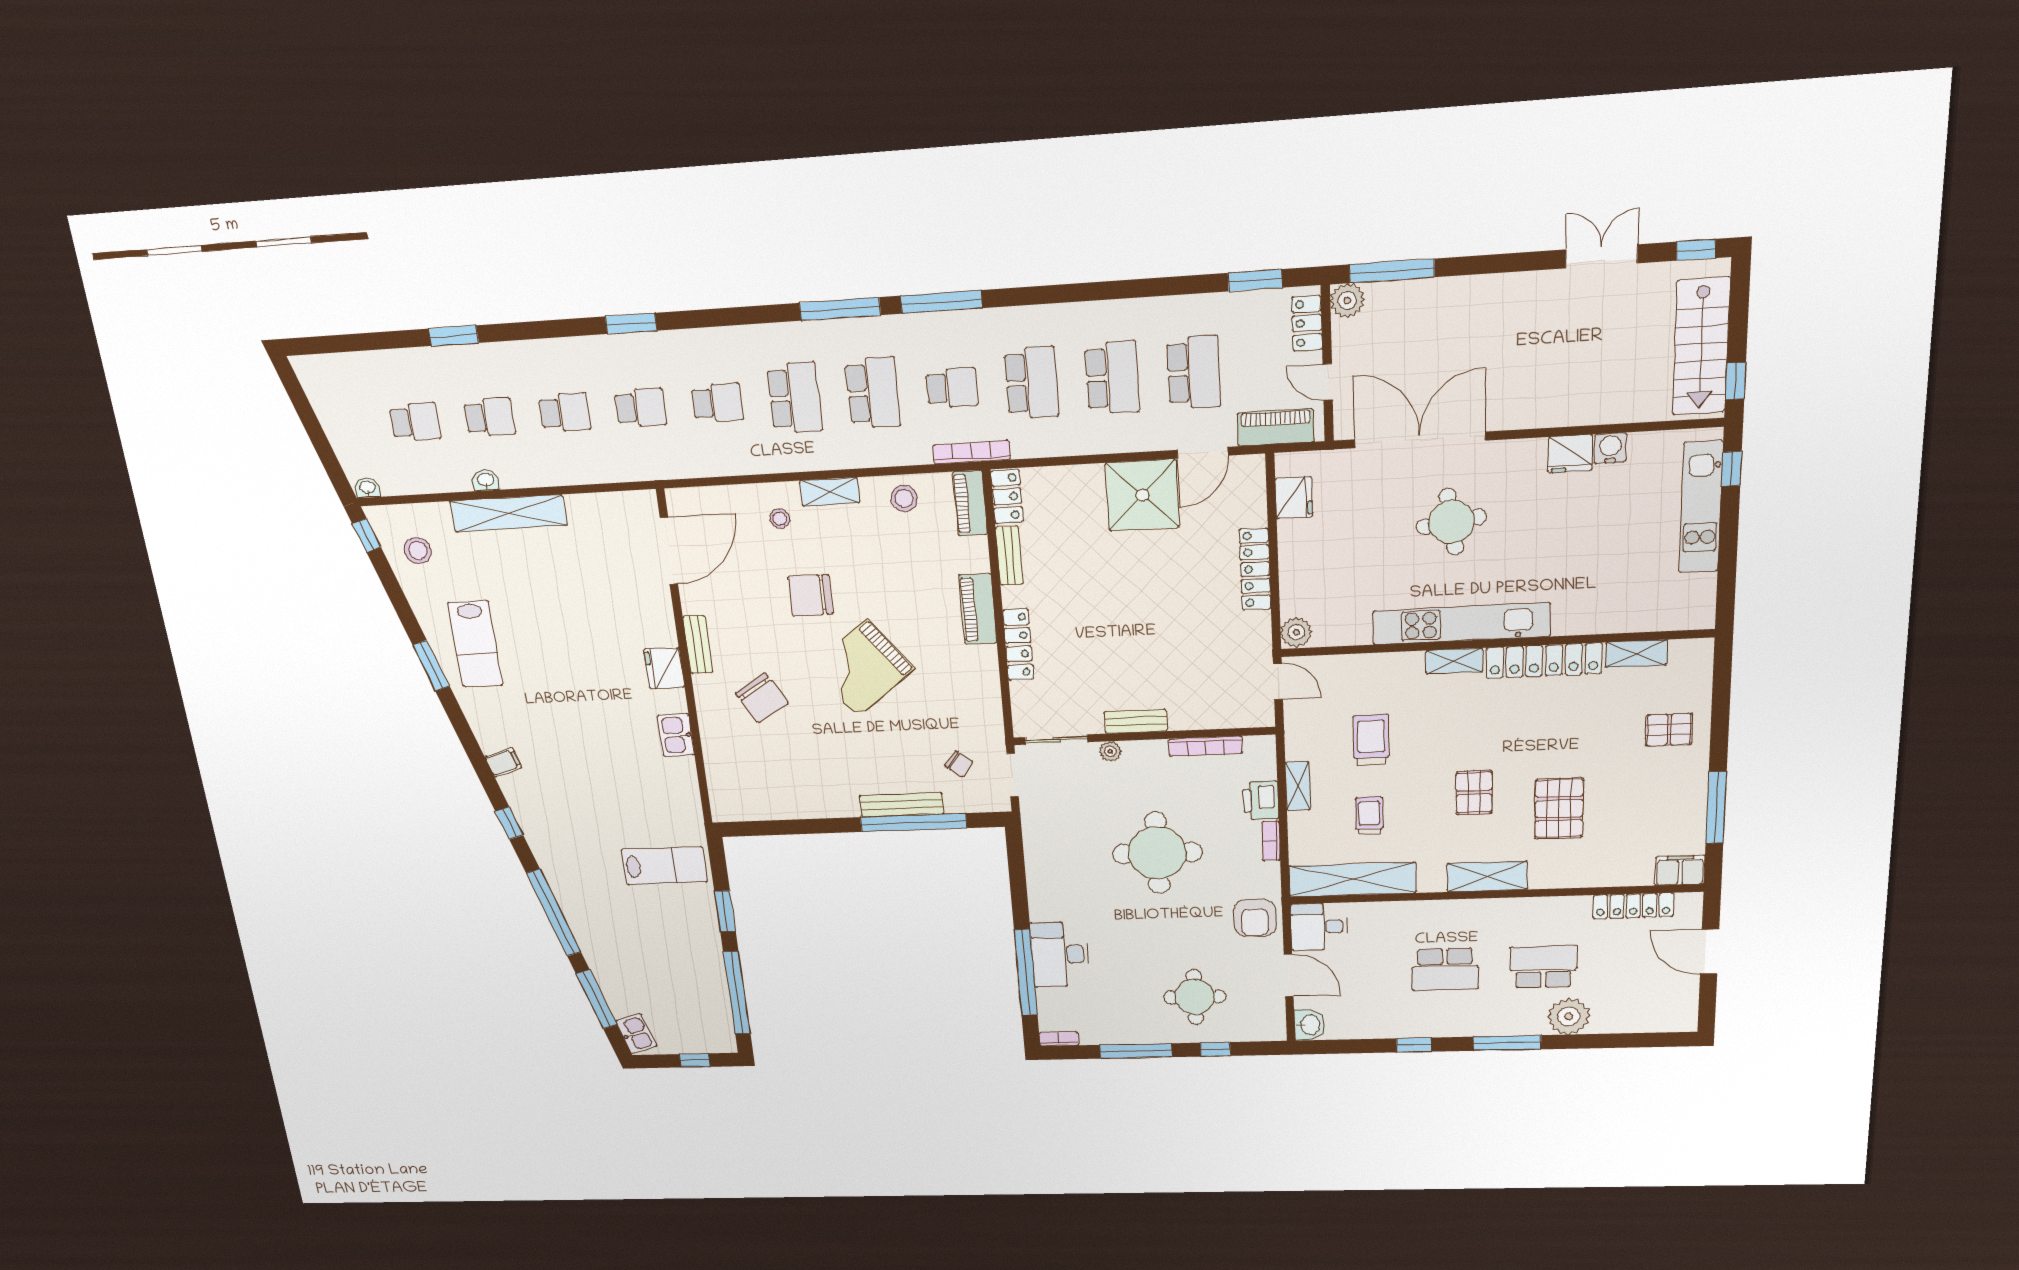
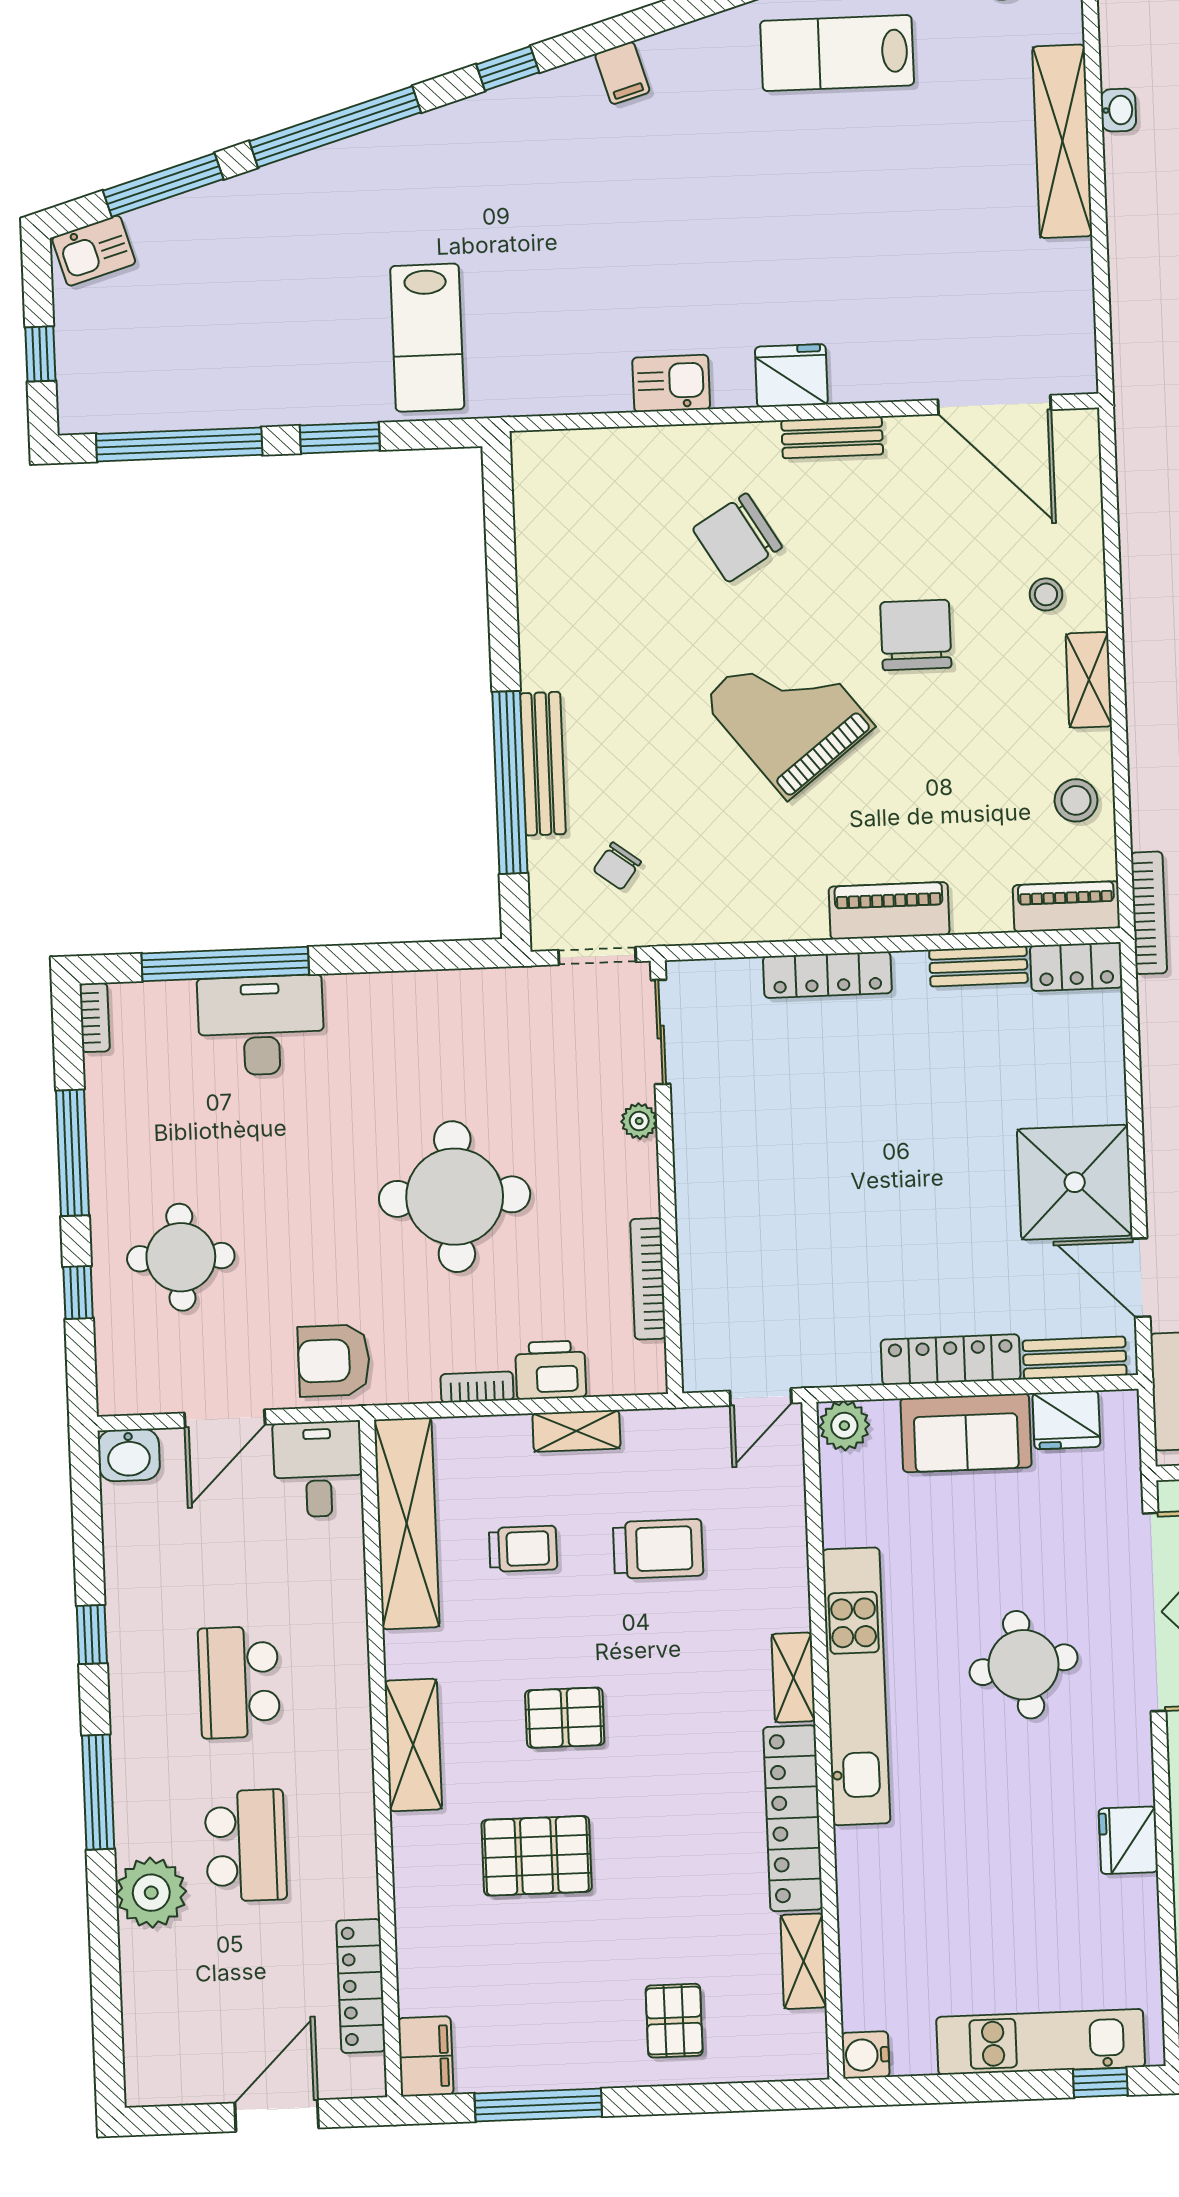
water cooler: (1610, 448) -> (865, 2055), moved, turned 180
sofa: (1302, 559) -> (966, 1433), added
bench: (1136, 721) -> (1075, 1358), moved, turned 90

